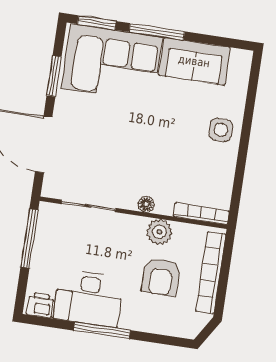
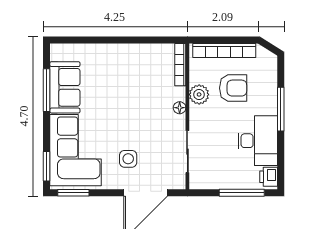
window: (157, 32) -> (47, 90), moved
window: (54, 76) -> (73, 193), moved
side table: (221, 130) -> (128, 159), moved
window: (29, 238) -> (242, 193), moved
window: (102, 330) -> (281, 109), moved

